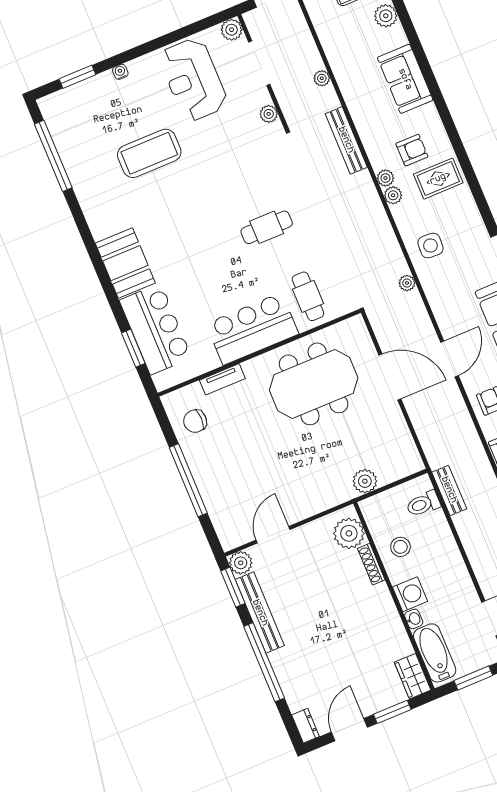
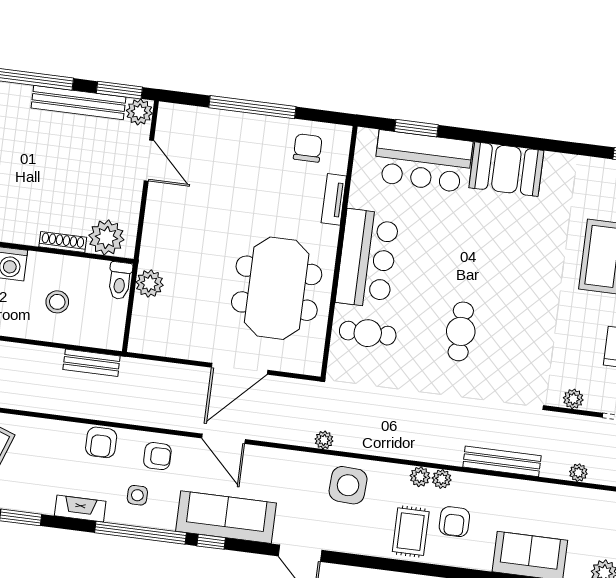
side table: (430, 246) -> (348, 485), width x1.37, depth x1.37
toilet: (423, 504) -> (120, 281), moved, turned 180
stool: (400, 547) -> (57, 302), moved

